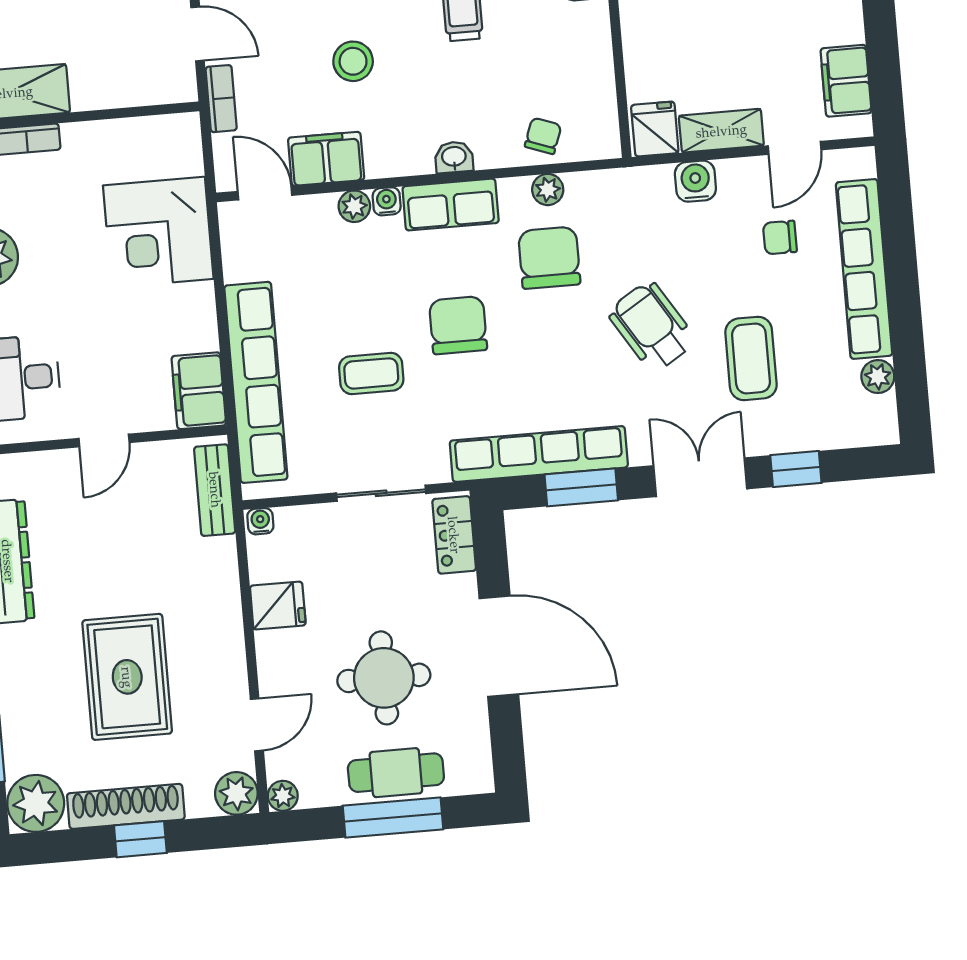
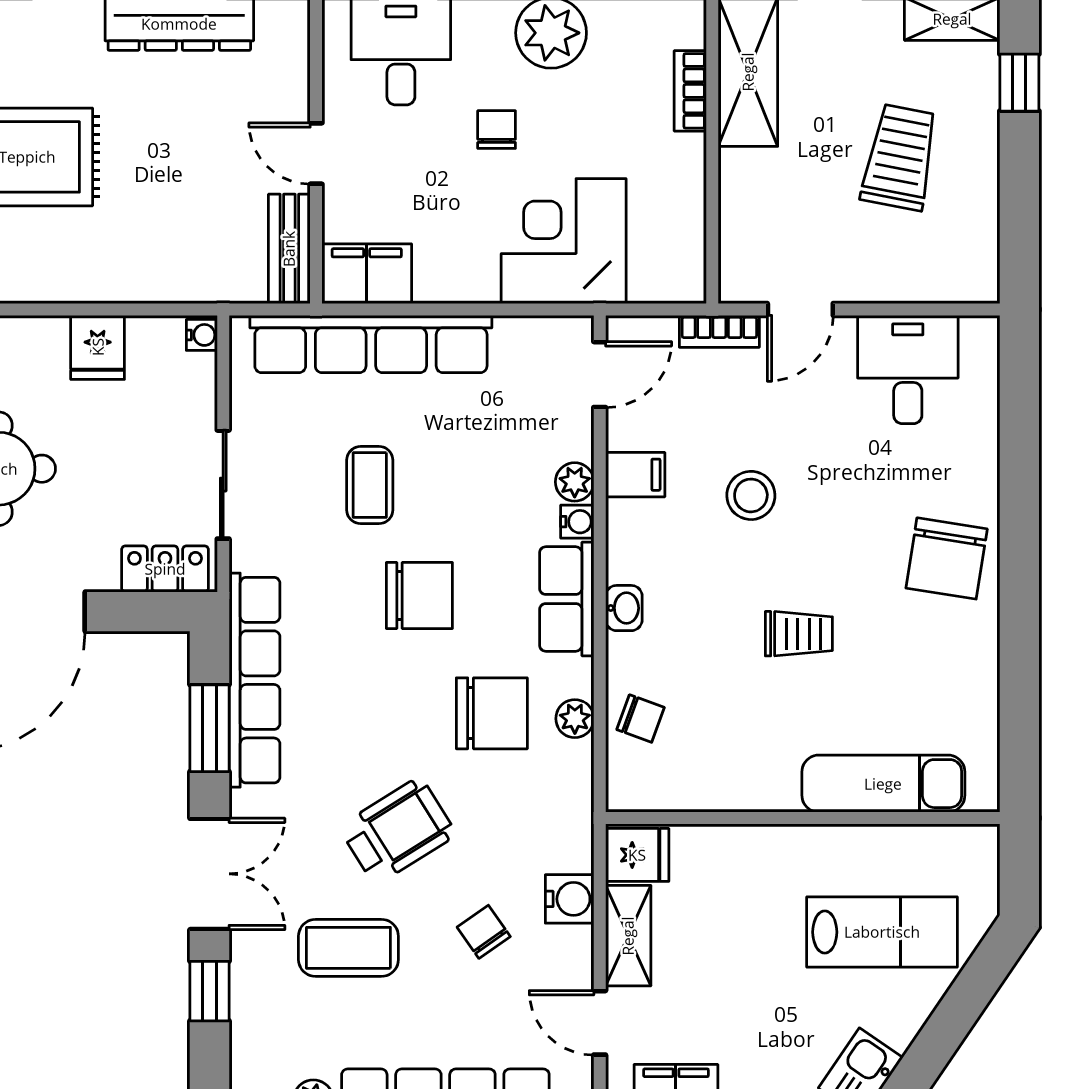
filing cabinet: (326, 159) -> (635, 475), width x0.50
chair: (780, 237) -> (484, 932), moved, turned -35
chair: (72, 295) -> (497, 130), added
bench: (215, 490) -> (289, 249), moved, turned 90

